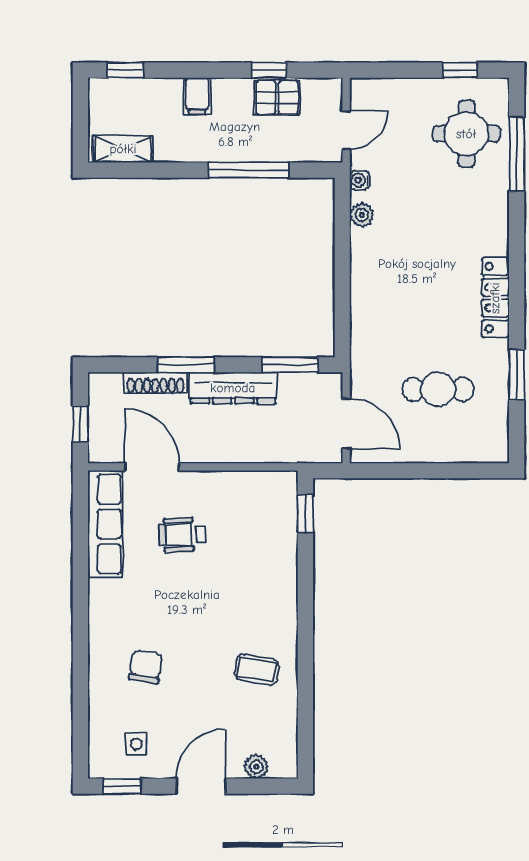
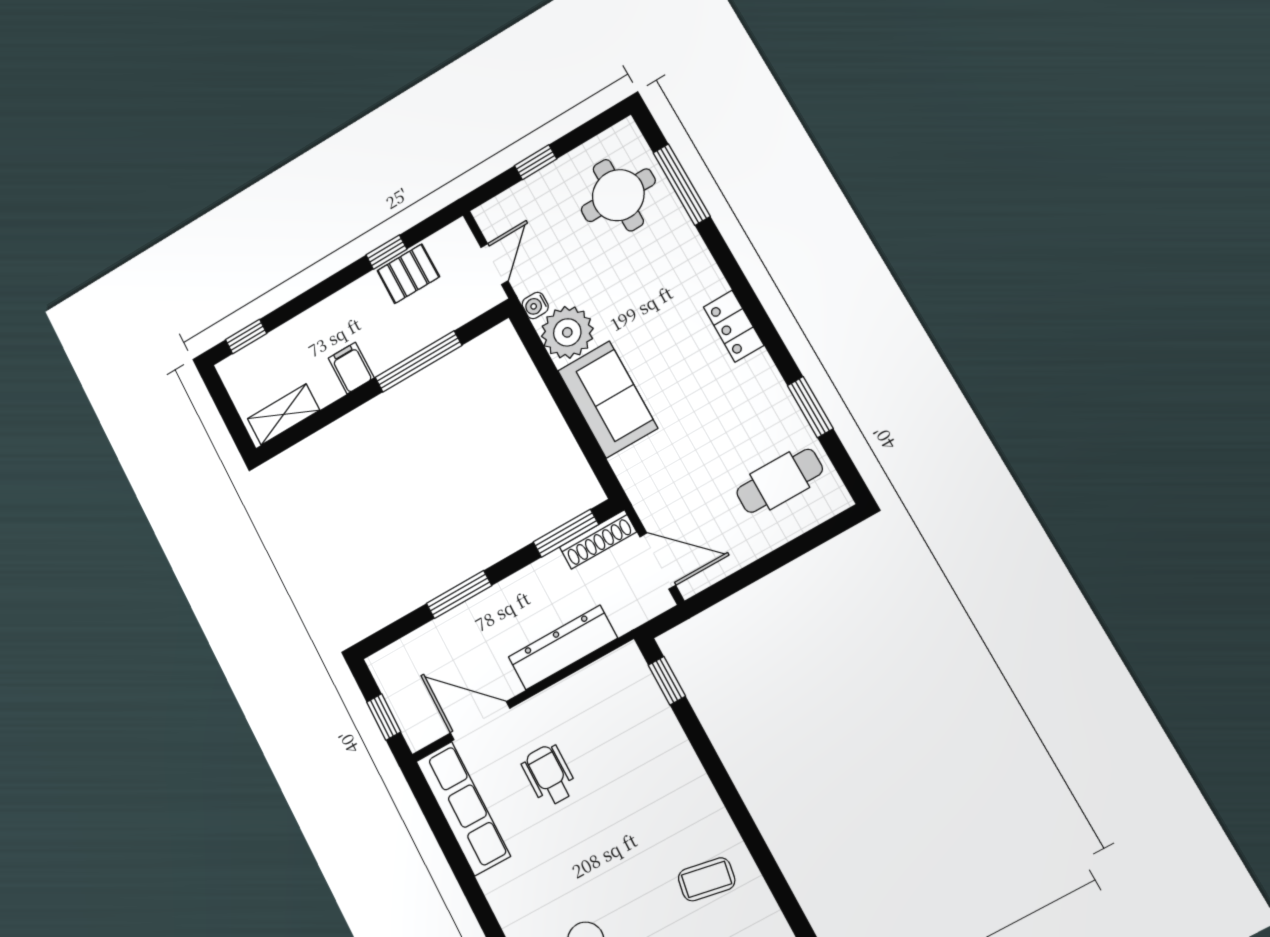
window: (460, 70) -> (536, 162), moved
filing cabinet: (197, 96) -> (351, 368), moved, turned 180
plant: (362, 215) -> (567, 332), width x1.88, depth x1.88
sofa: (375, 283) -> (608, 399), added
locker: (495, 298) -> (734, 326), width x0.66
shoe rack: (155, 383) -> (598, 539), moved
dresser: (233, 388) -> (563, 647), moved, turned 180
cafe table: (438, 389) -> (780, 481), moved
wheelchair: (182, 534) -> (549, 775), turned 92

